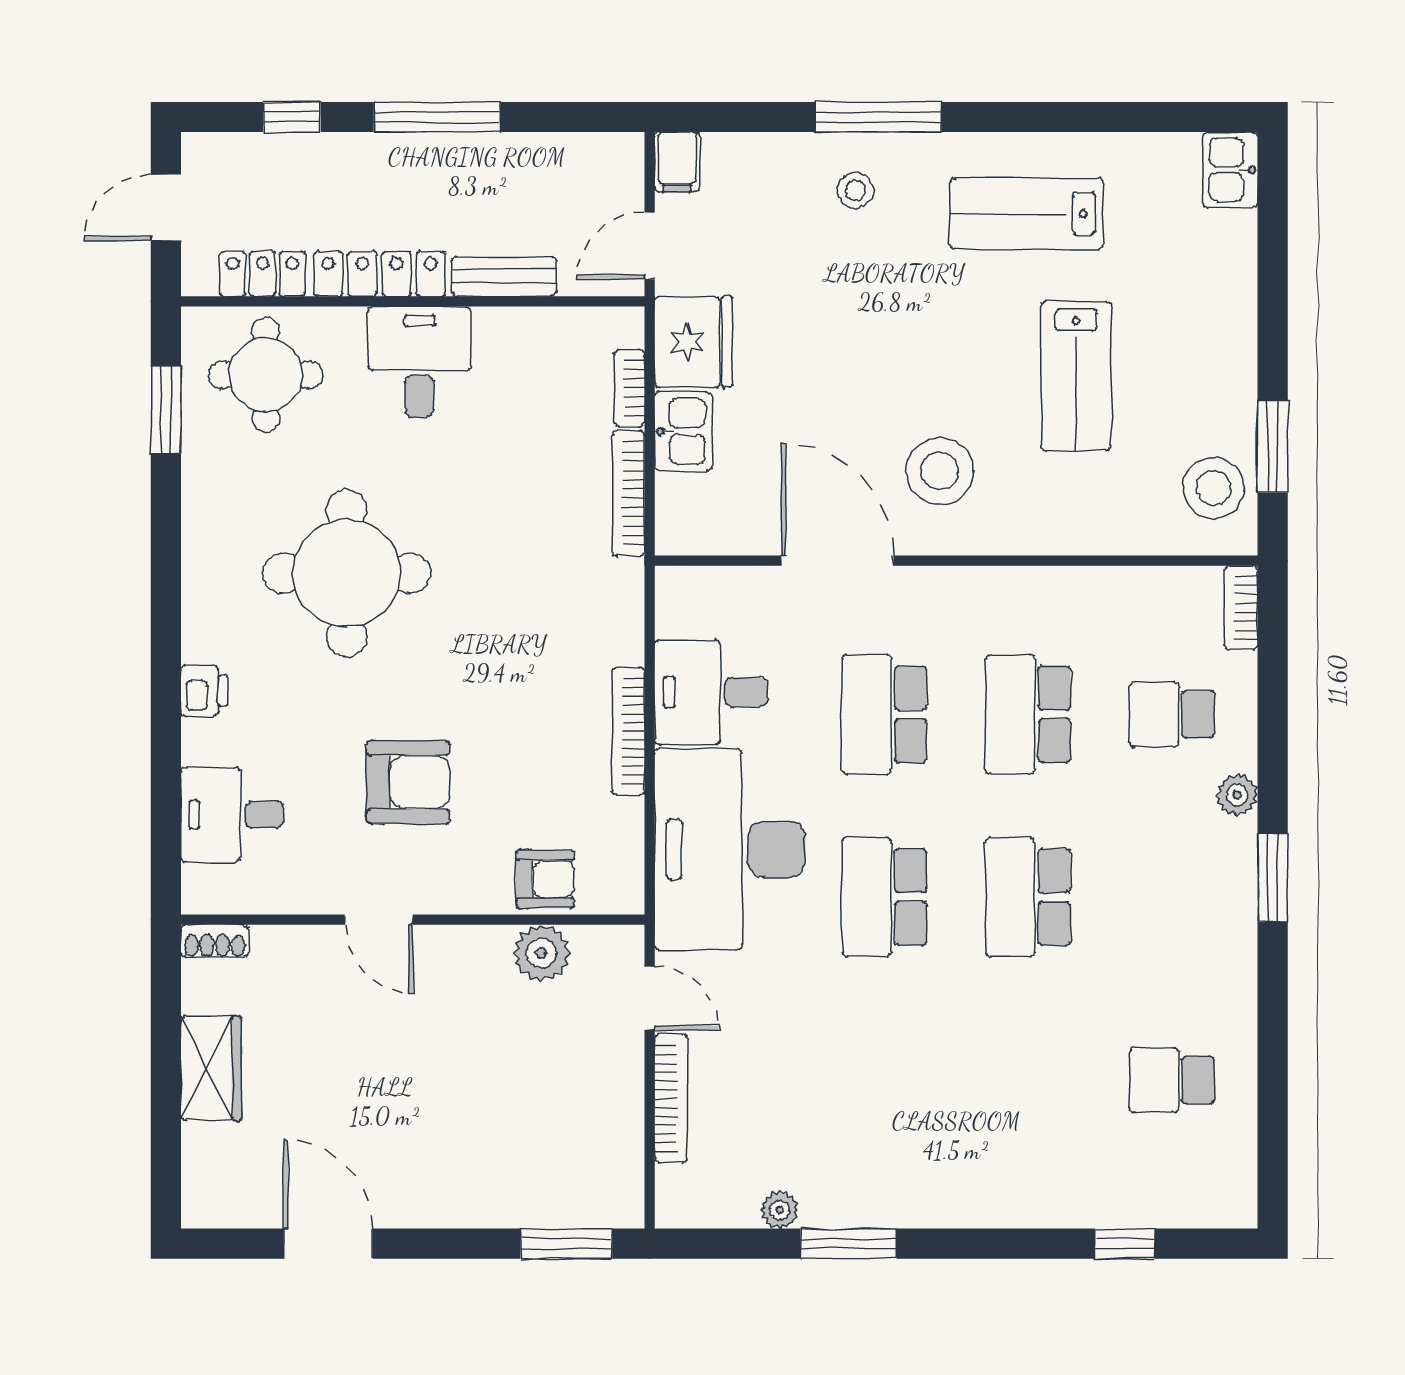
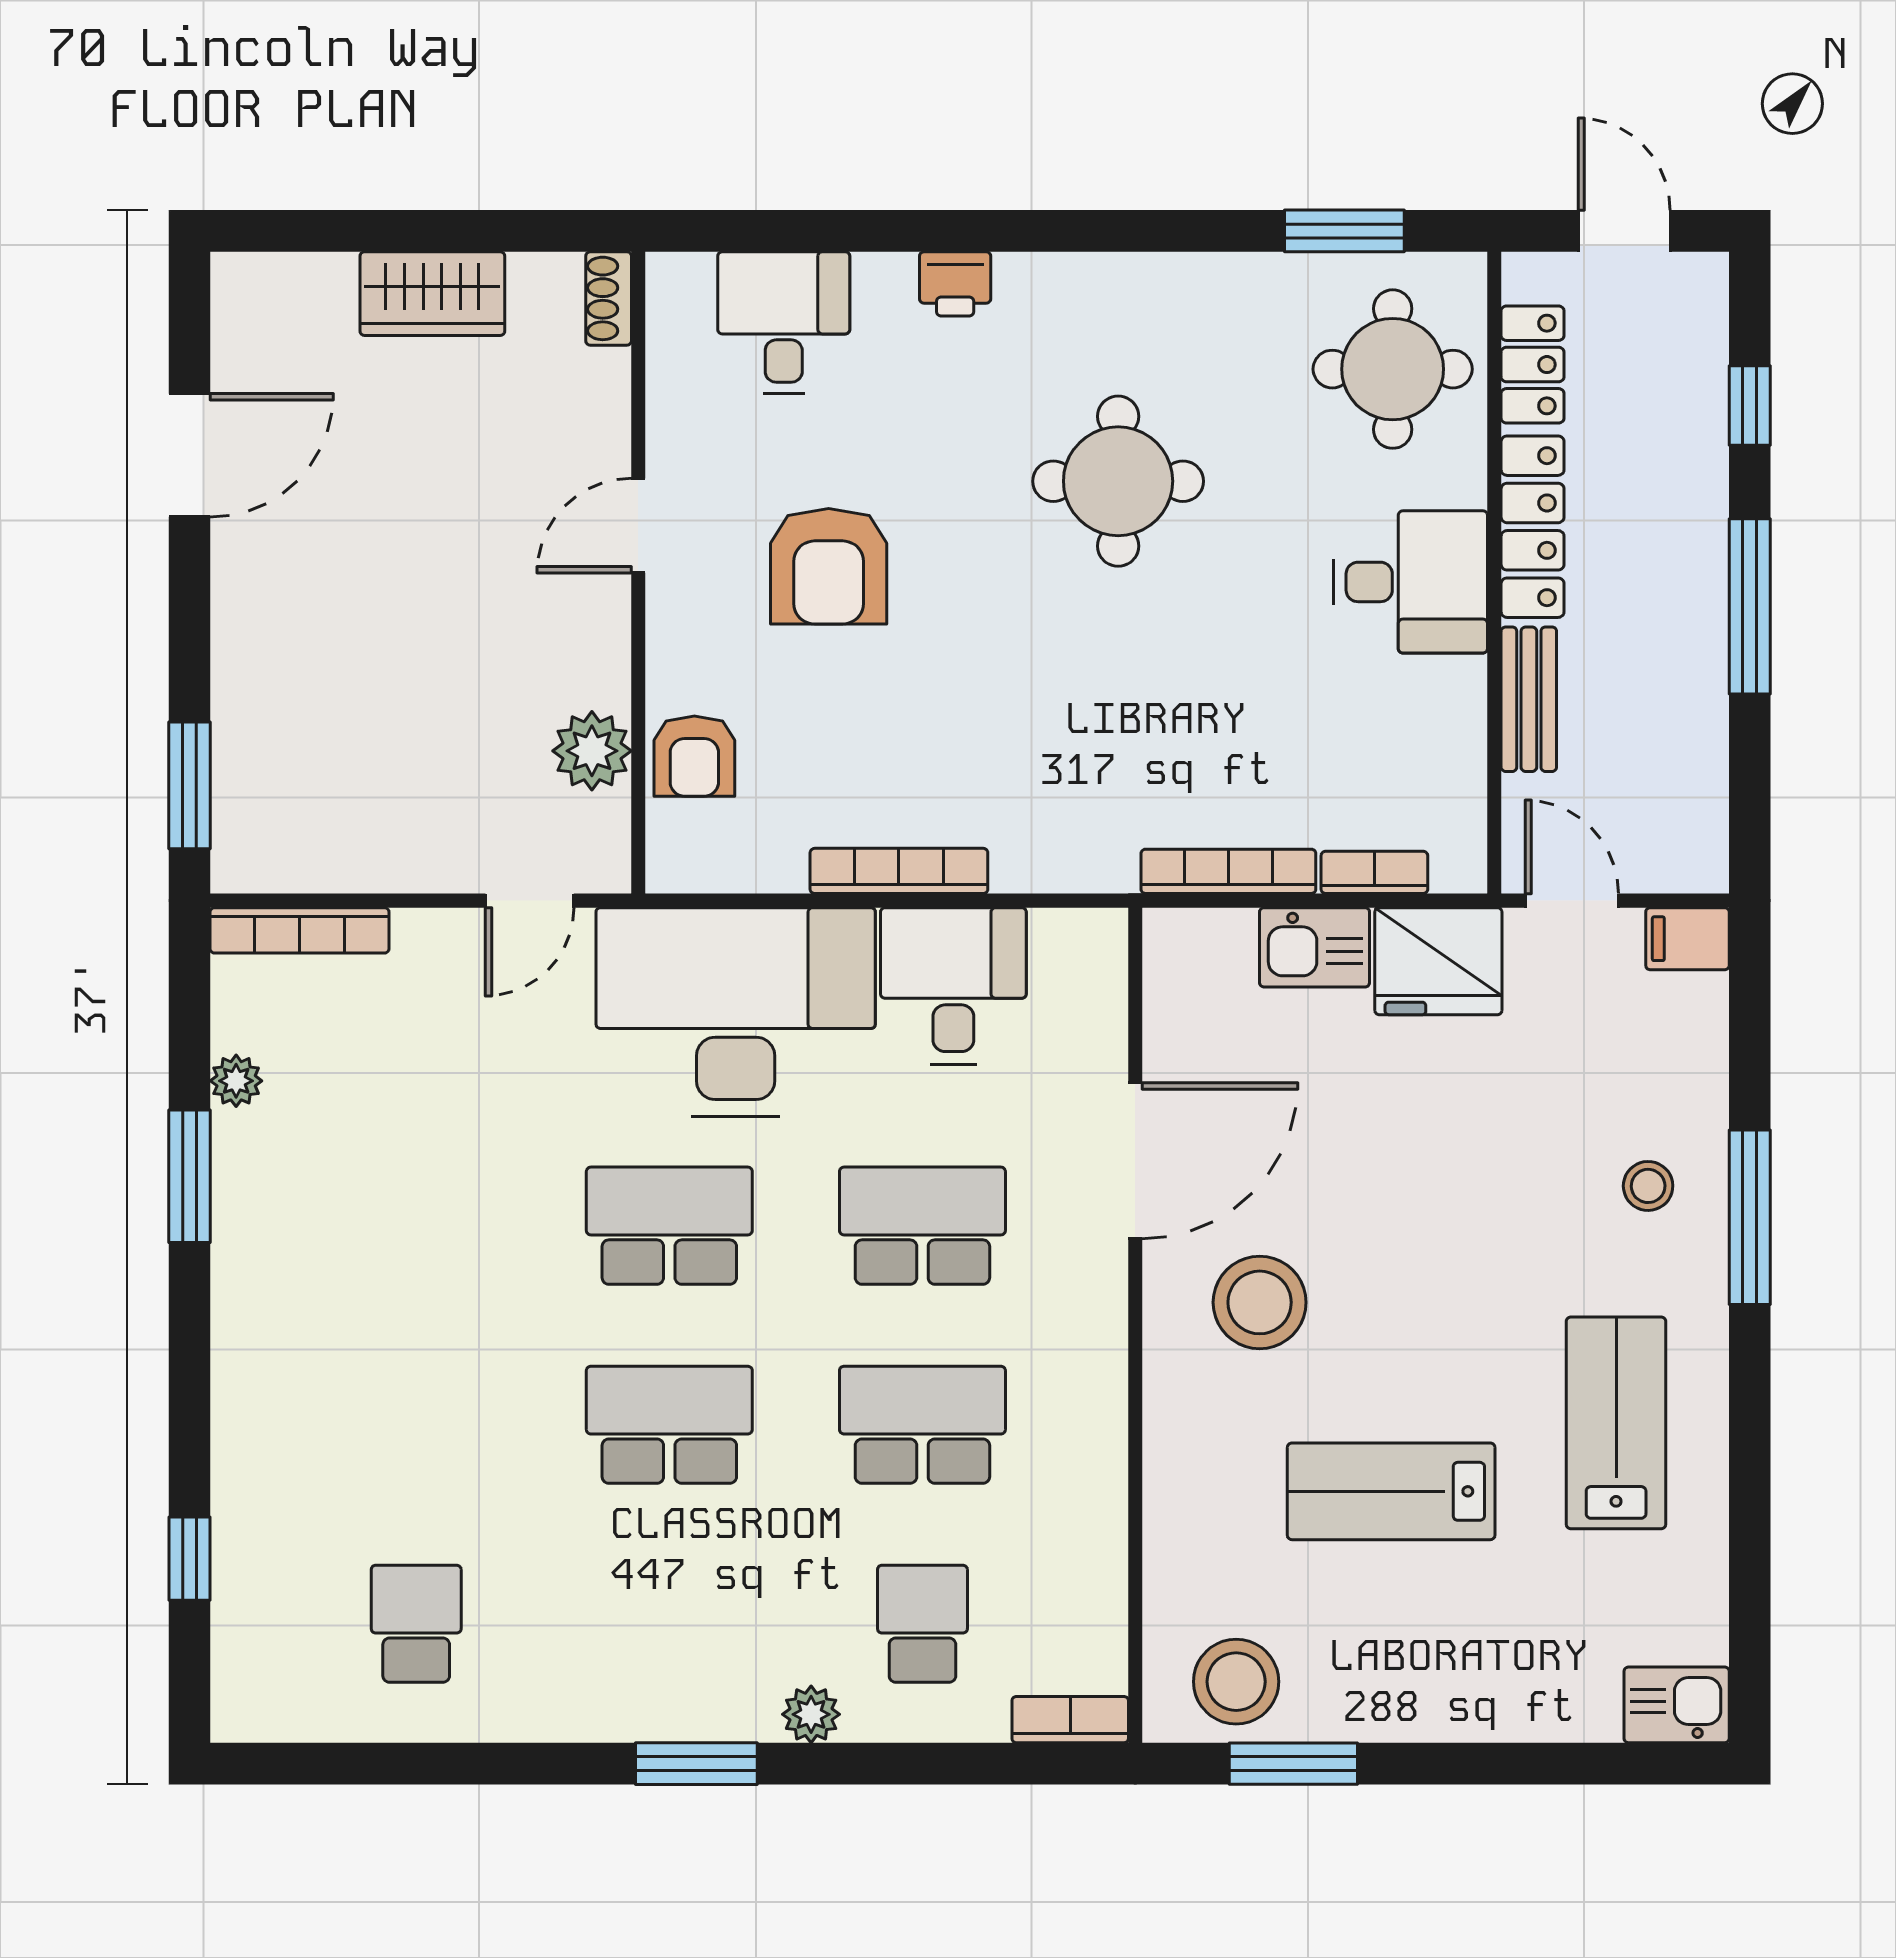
round table: (347, 573) -> (1118, 481), width x0.73, depth x0.73
bookcase: (671, 1098) -> (300, 930), moved

